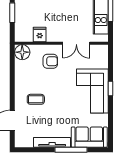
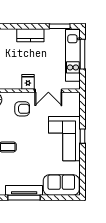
fridge: (40, 34) -> (28, 82), moved
window: (71, 150) -> (24, 198), moved

